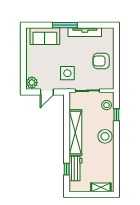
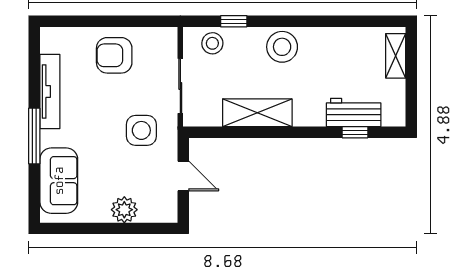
armchair: (101, 61) -> (114, 55), turned 90
plant: (32, 83) -> (124, 210), moved
shelving: (75, 133) -> (257, 113), width x0.68

